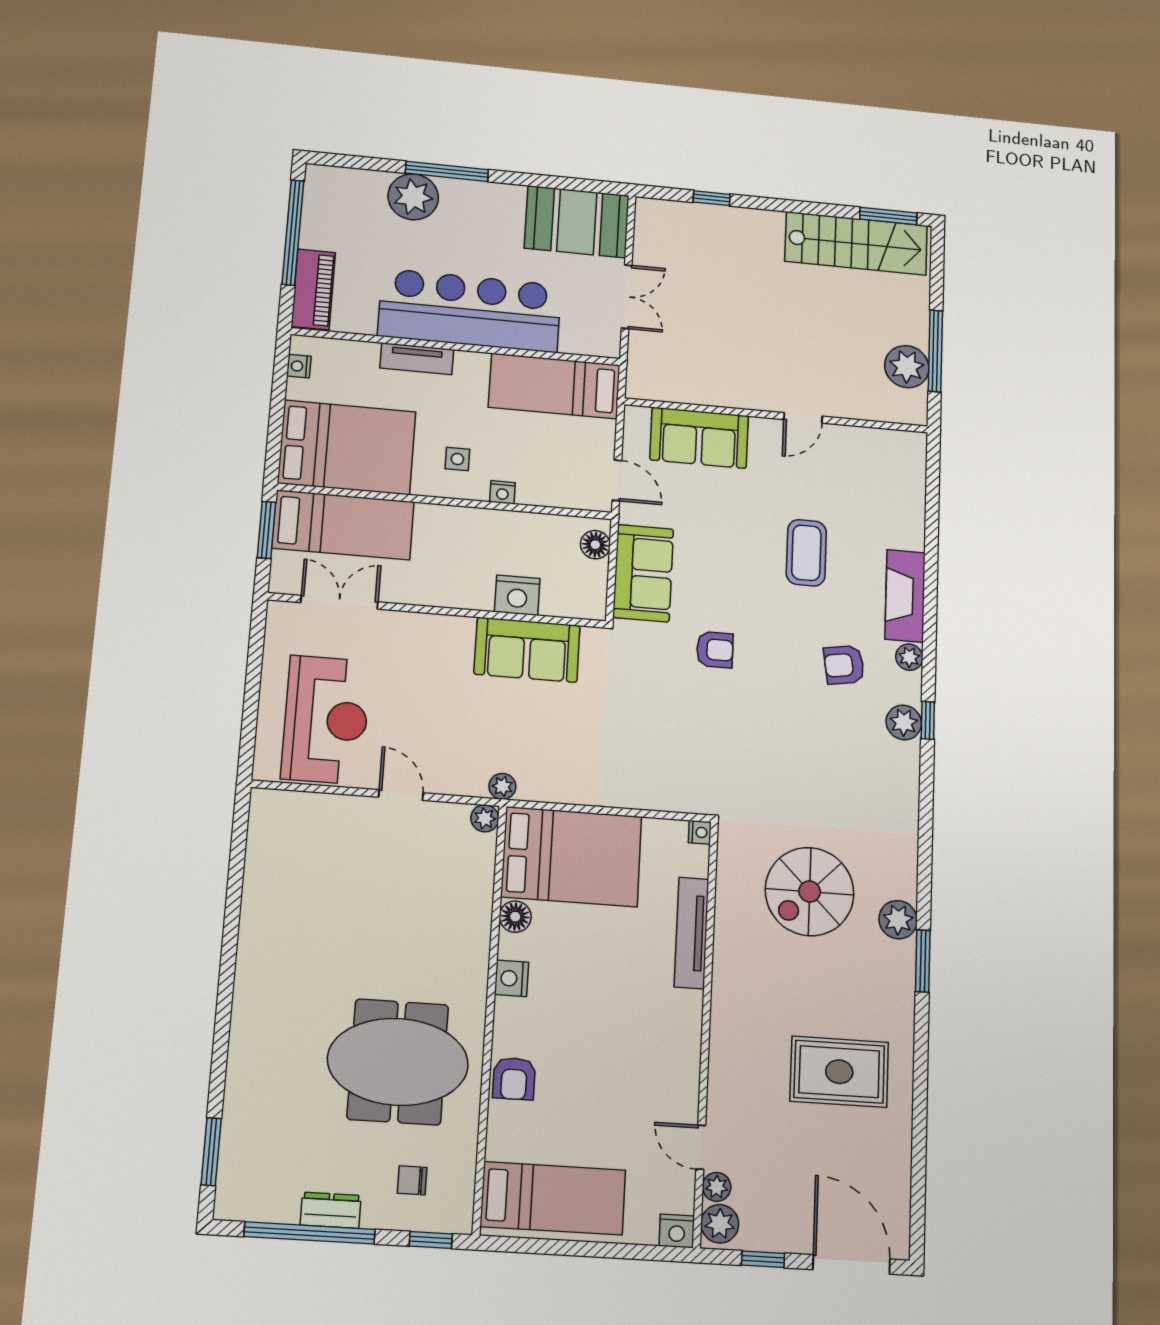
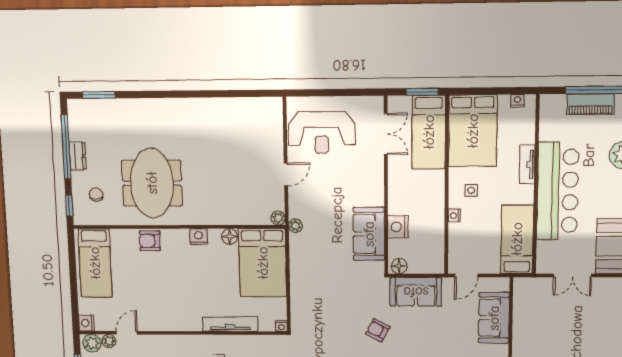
piano: (313, 289) -> (591, 104), moved
floor lamp: (595, 545) -> (399, 266), moved
armchair: (715, 650) -> (378, 330), turned 118

